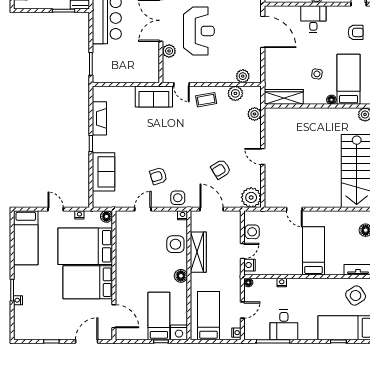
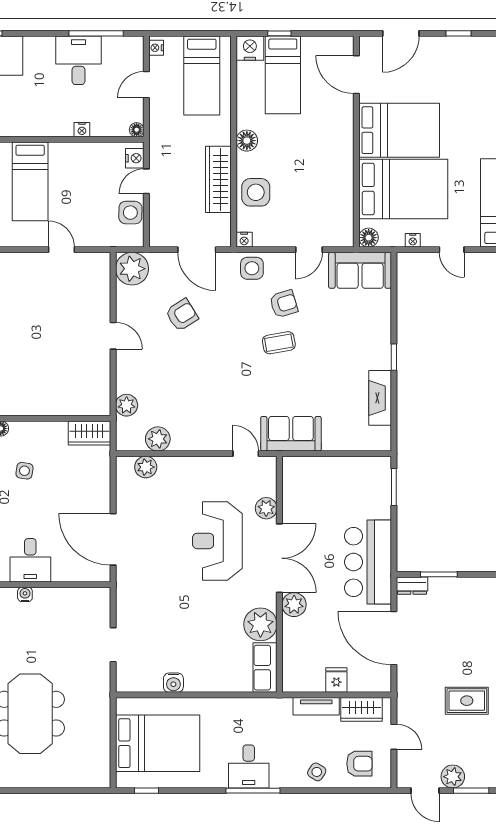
wardrobe: (284, 97) -> (89, 433), width x0.67
coffee table: (206, 100) -> (279, 343), moved
sofa: (104, 172) -> (360, 270), moved, turned -90

